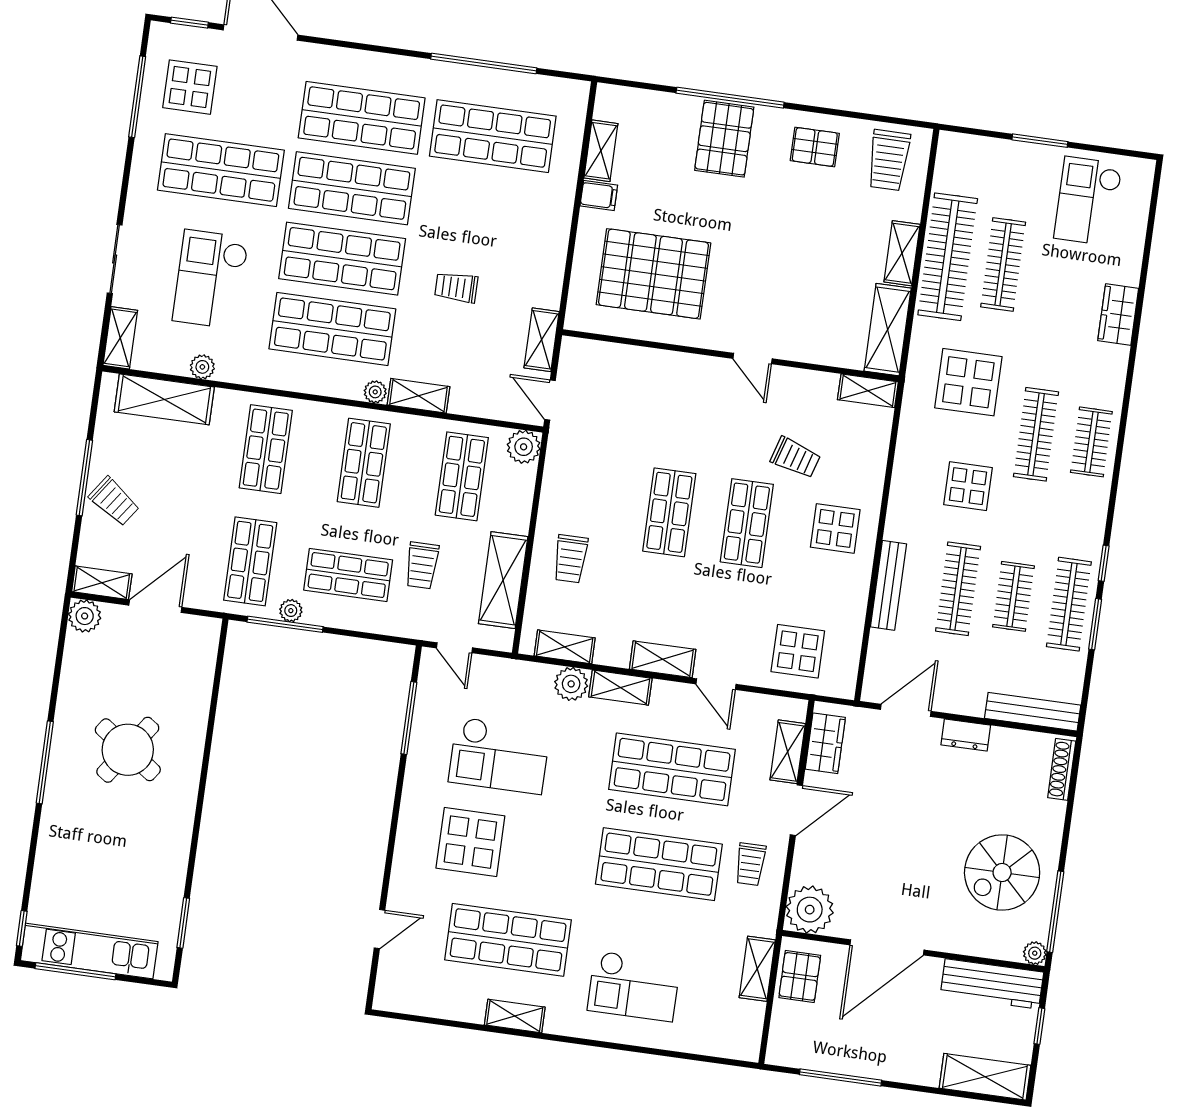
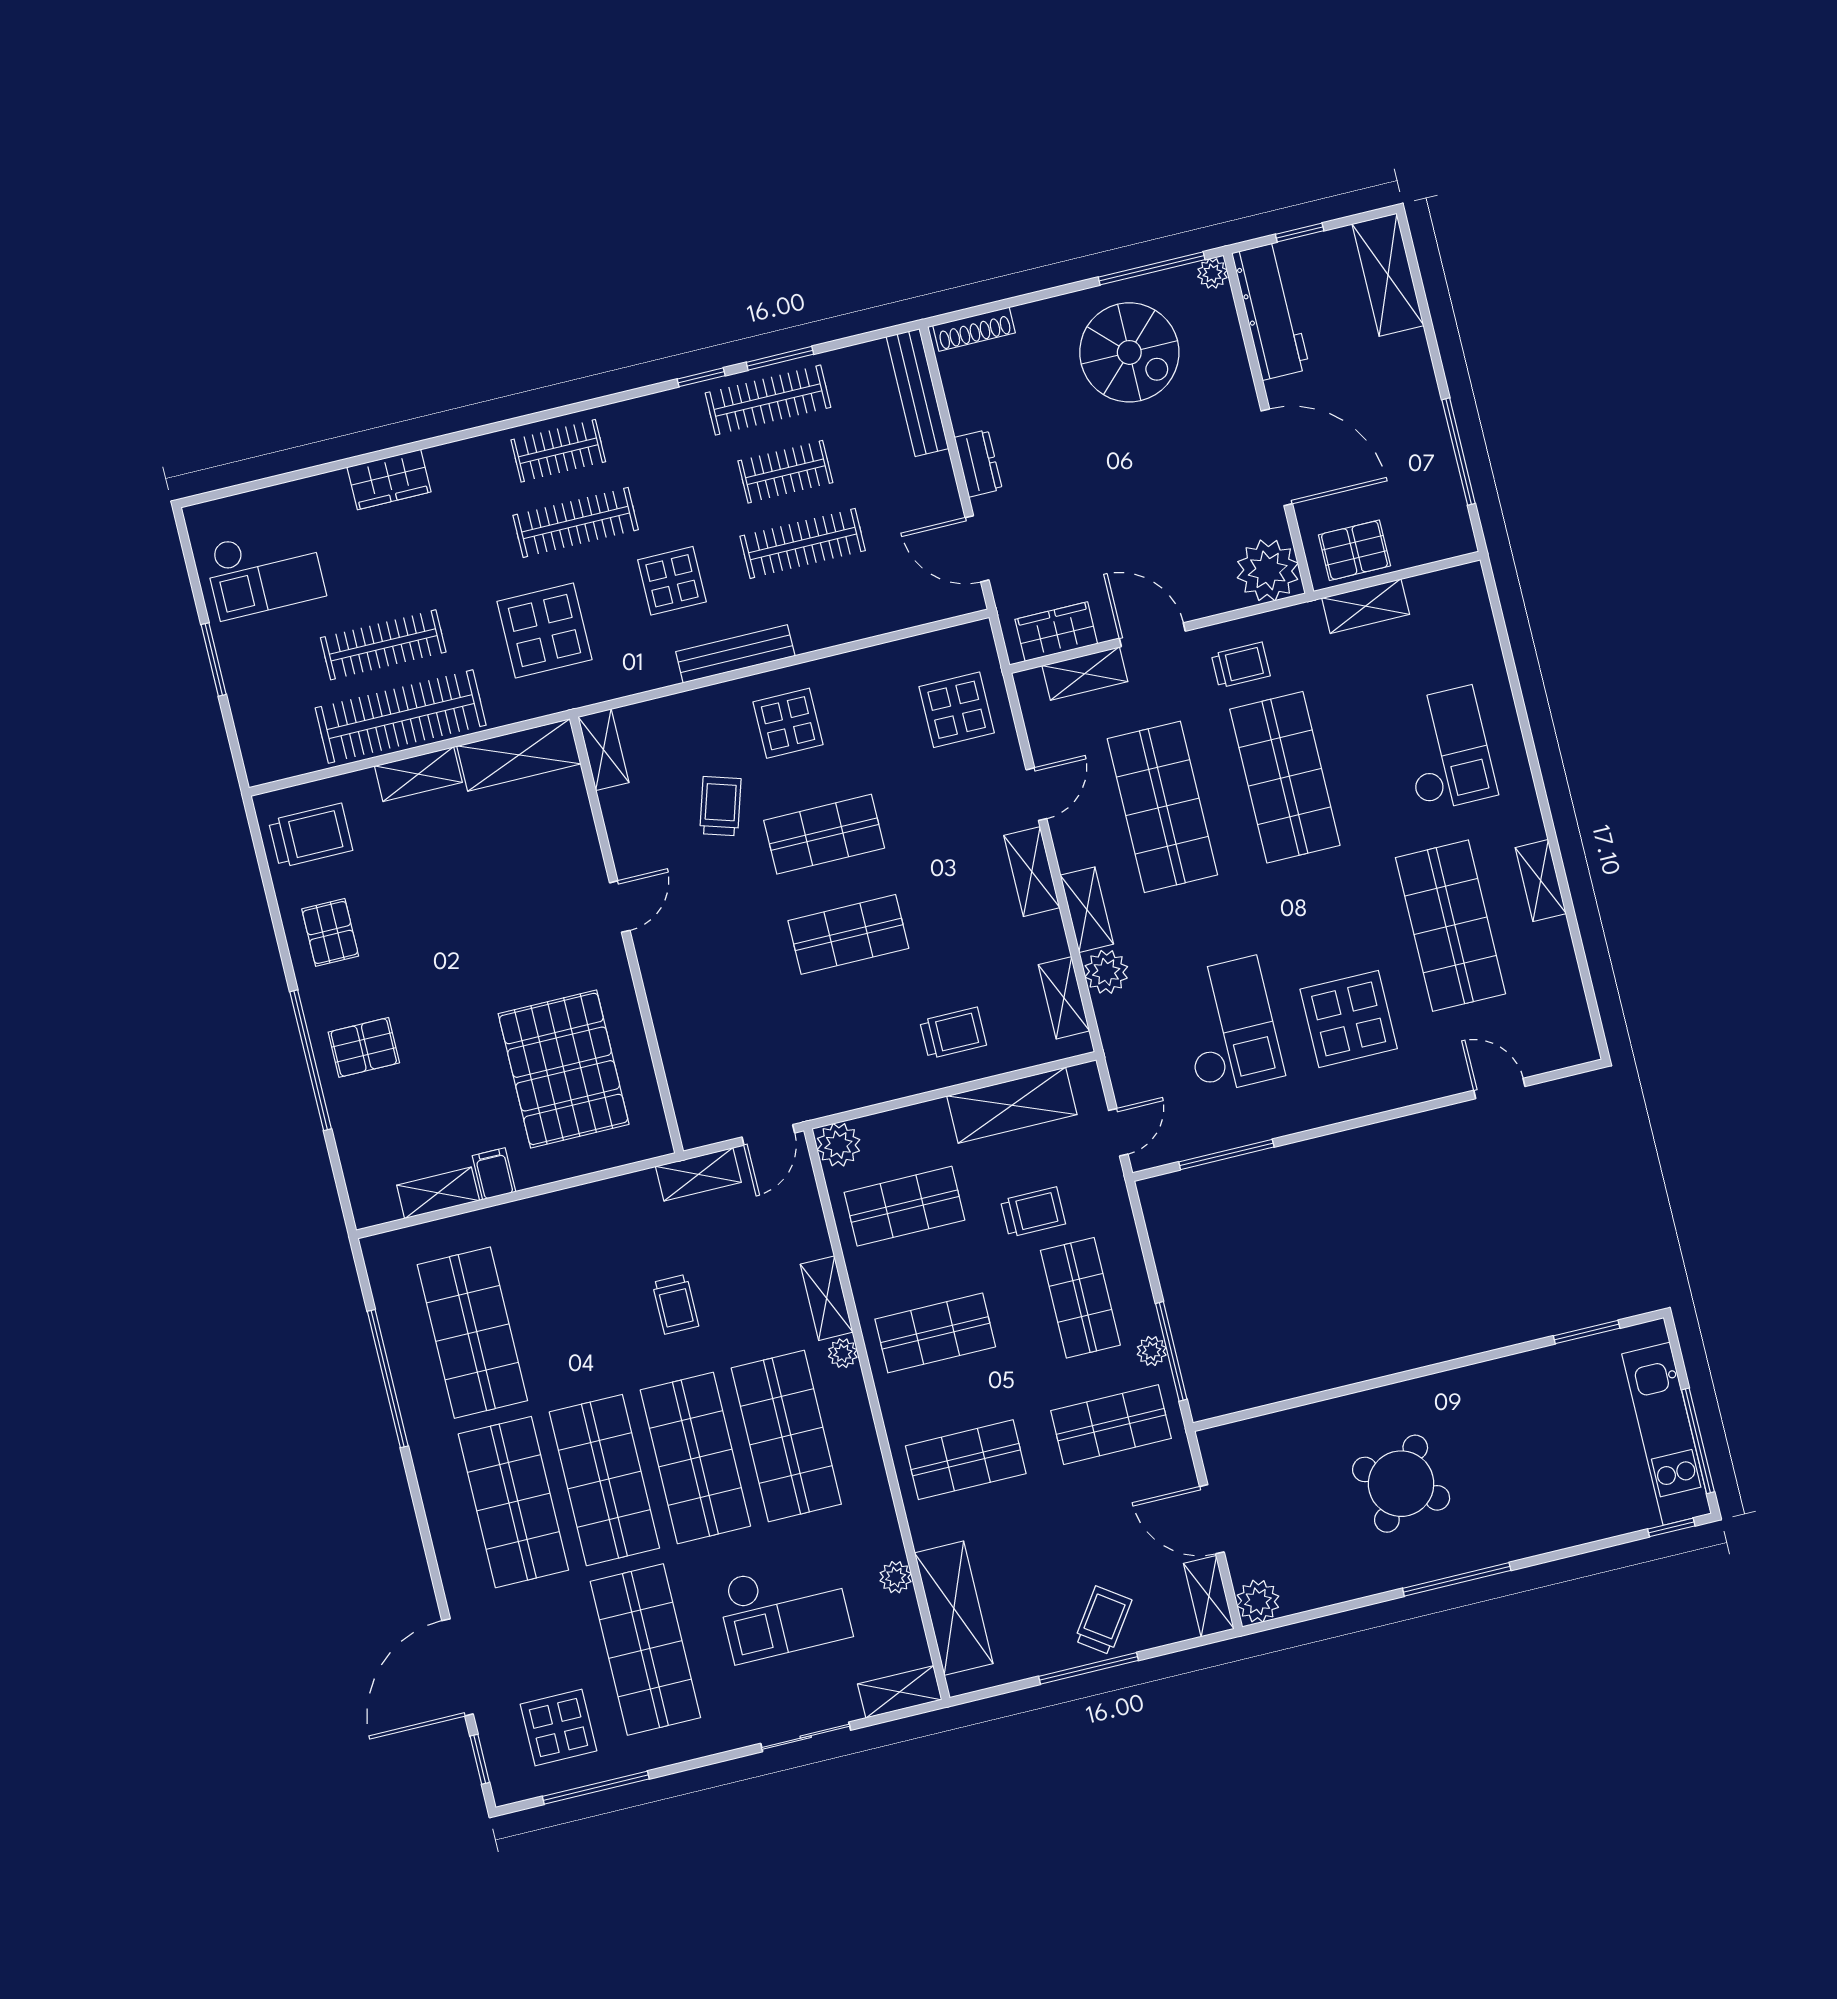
pallet: (724, 139) -> (364, 1047), width x0.67, depth x0.71
bench: (888, 585) -> (735, 654), moved

